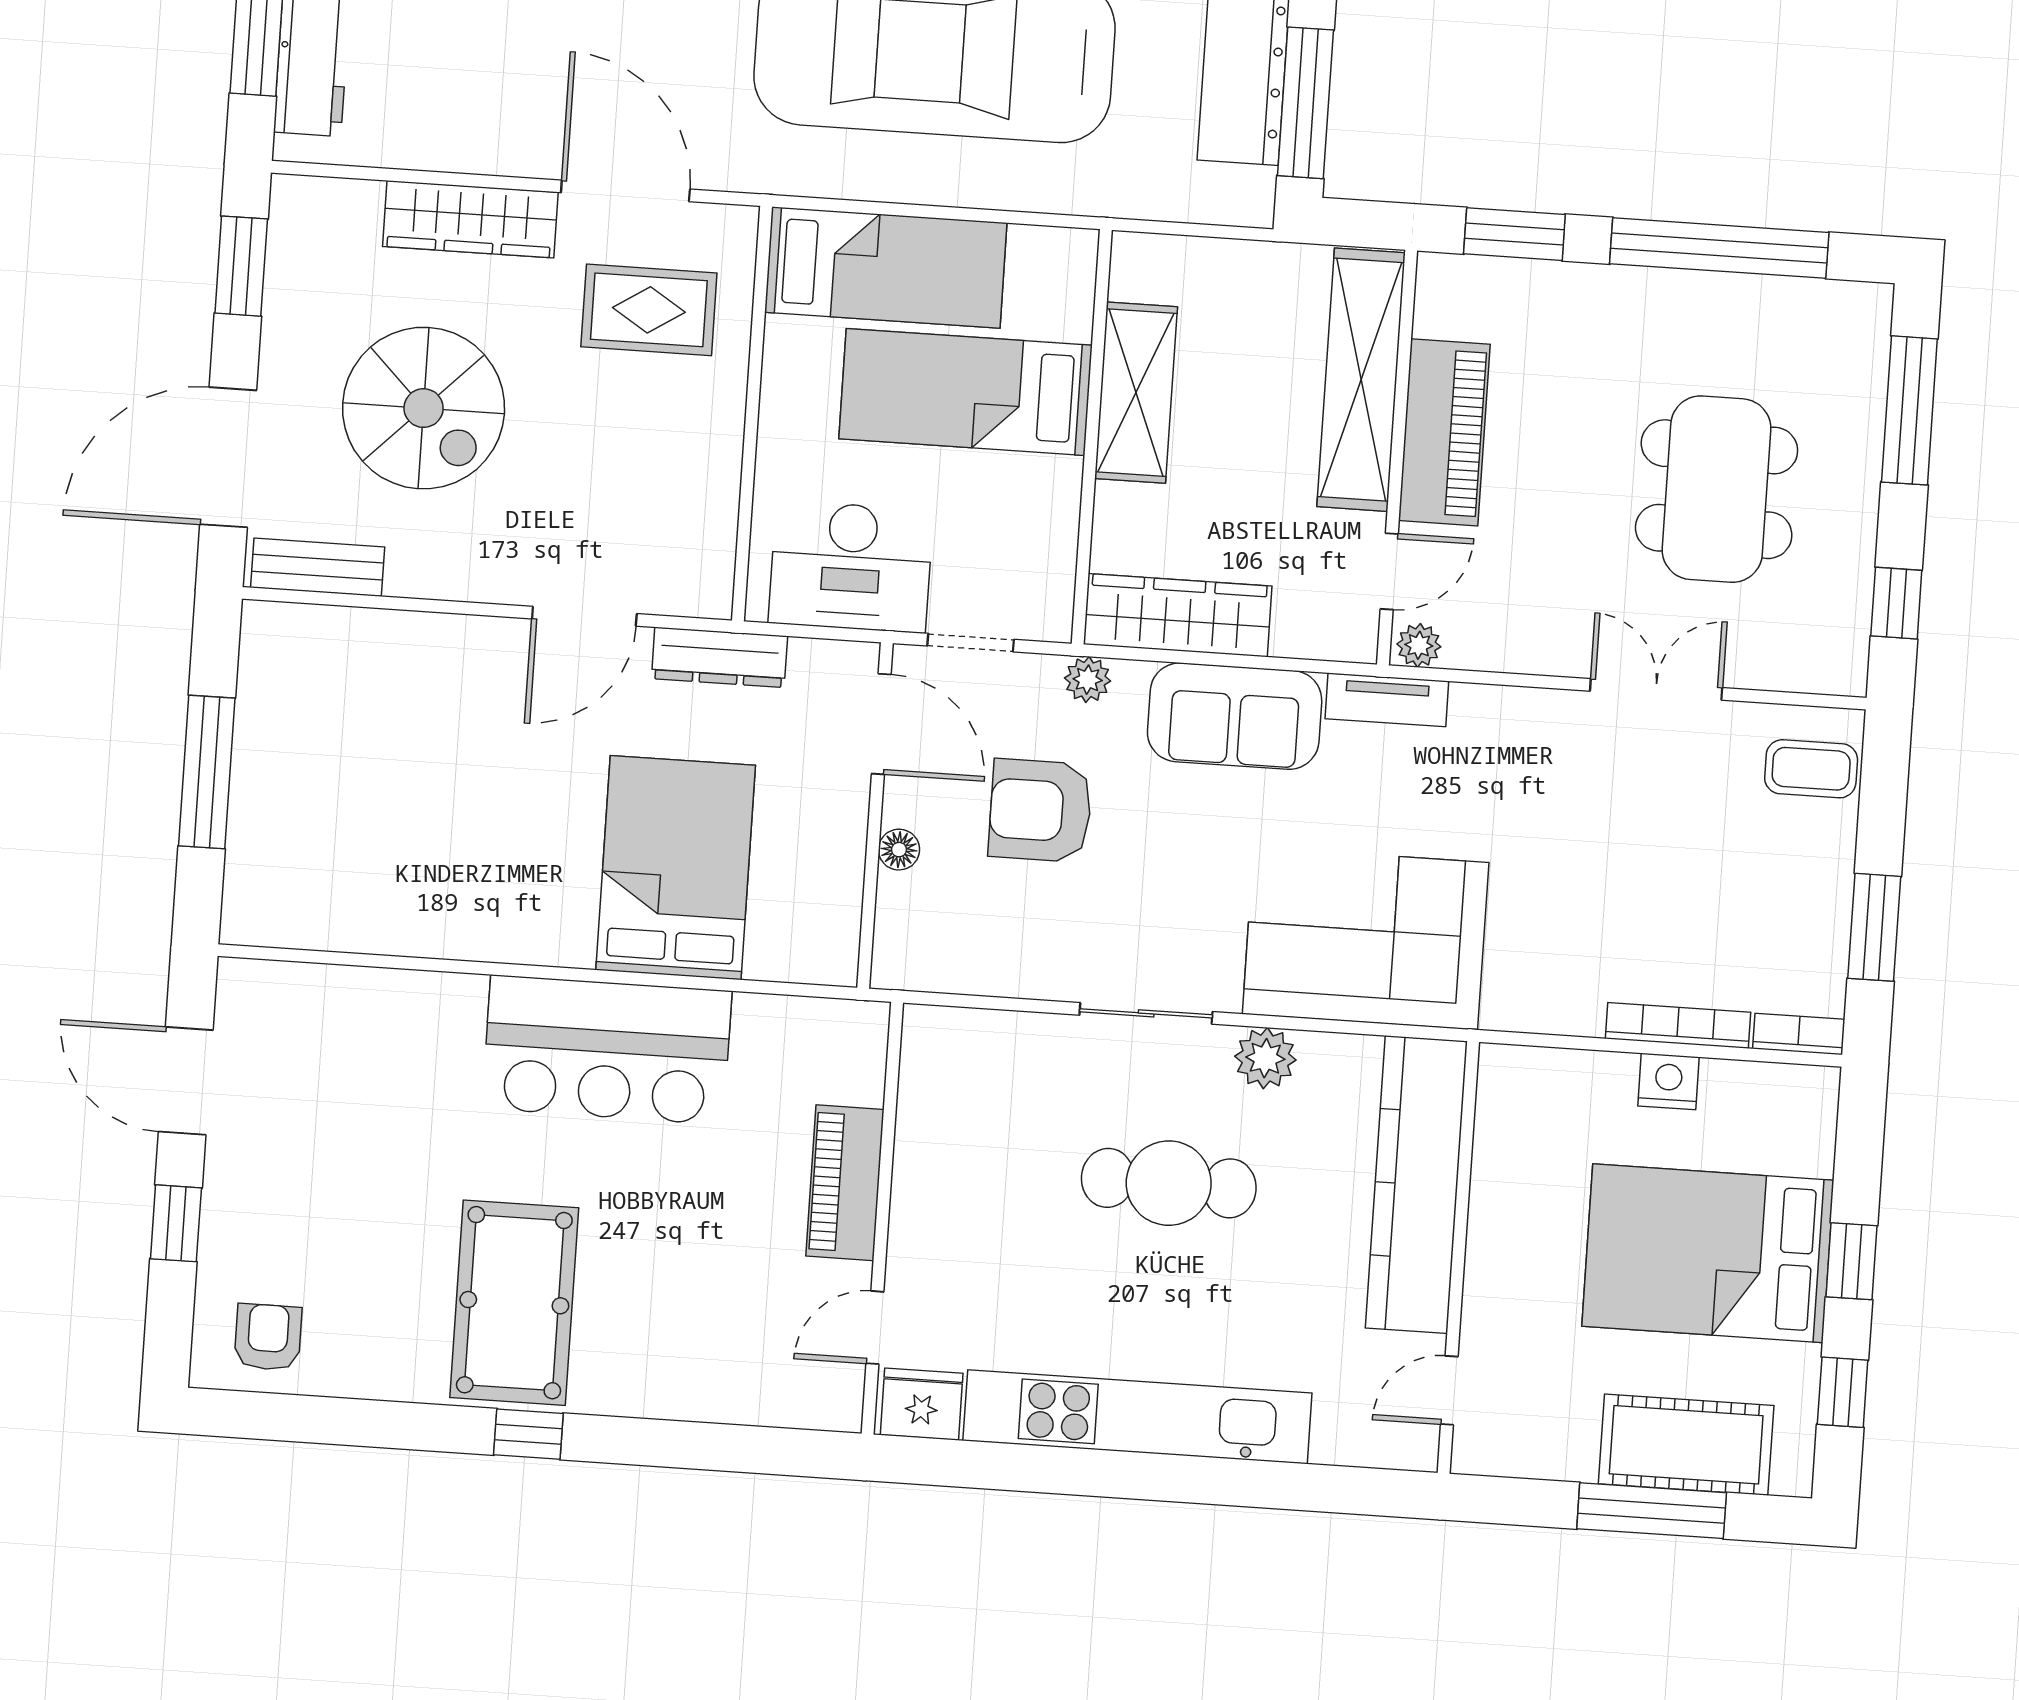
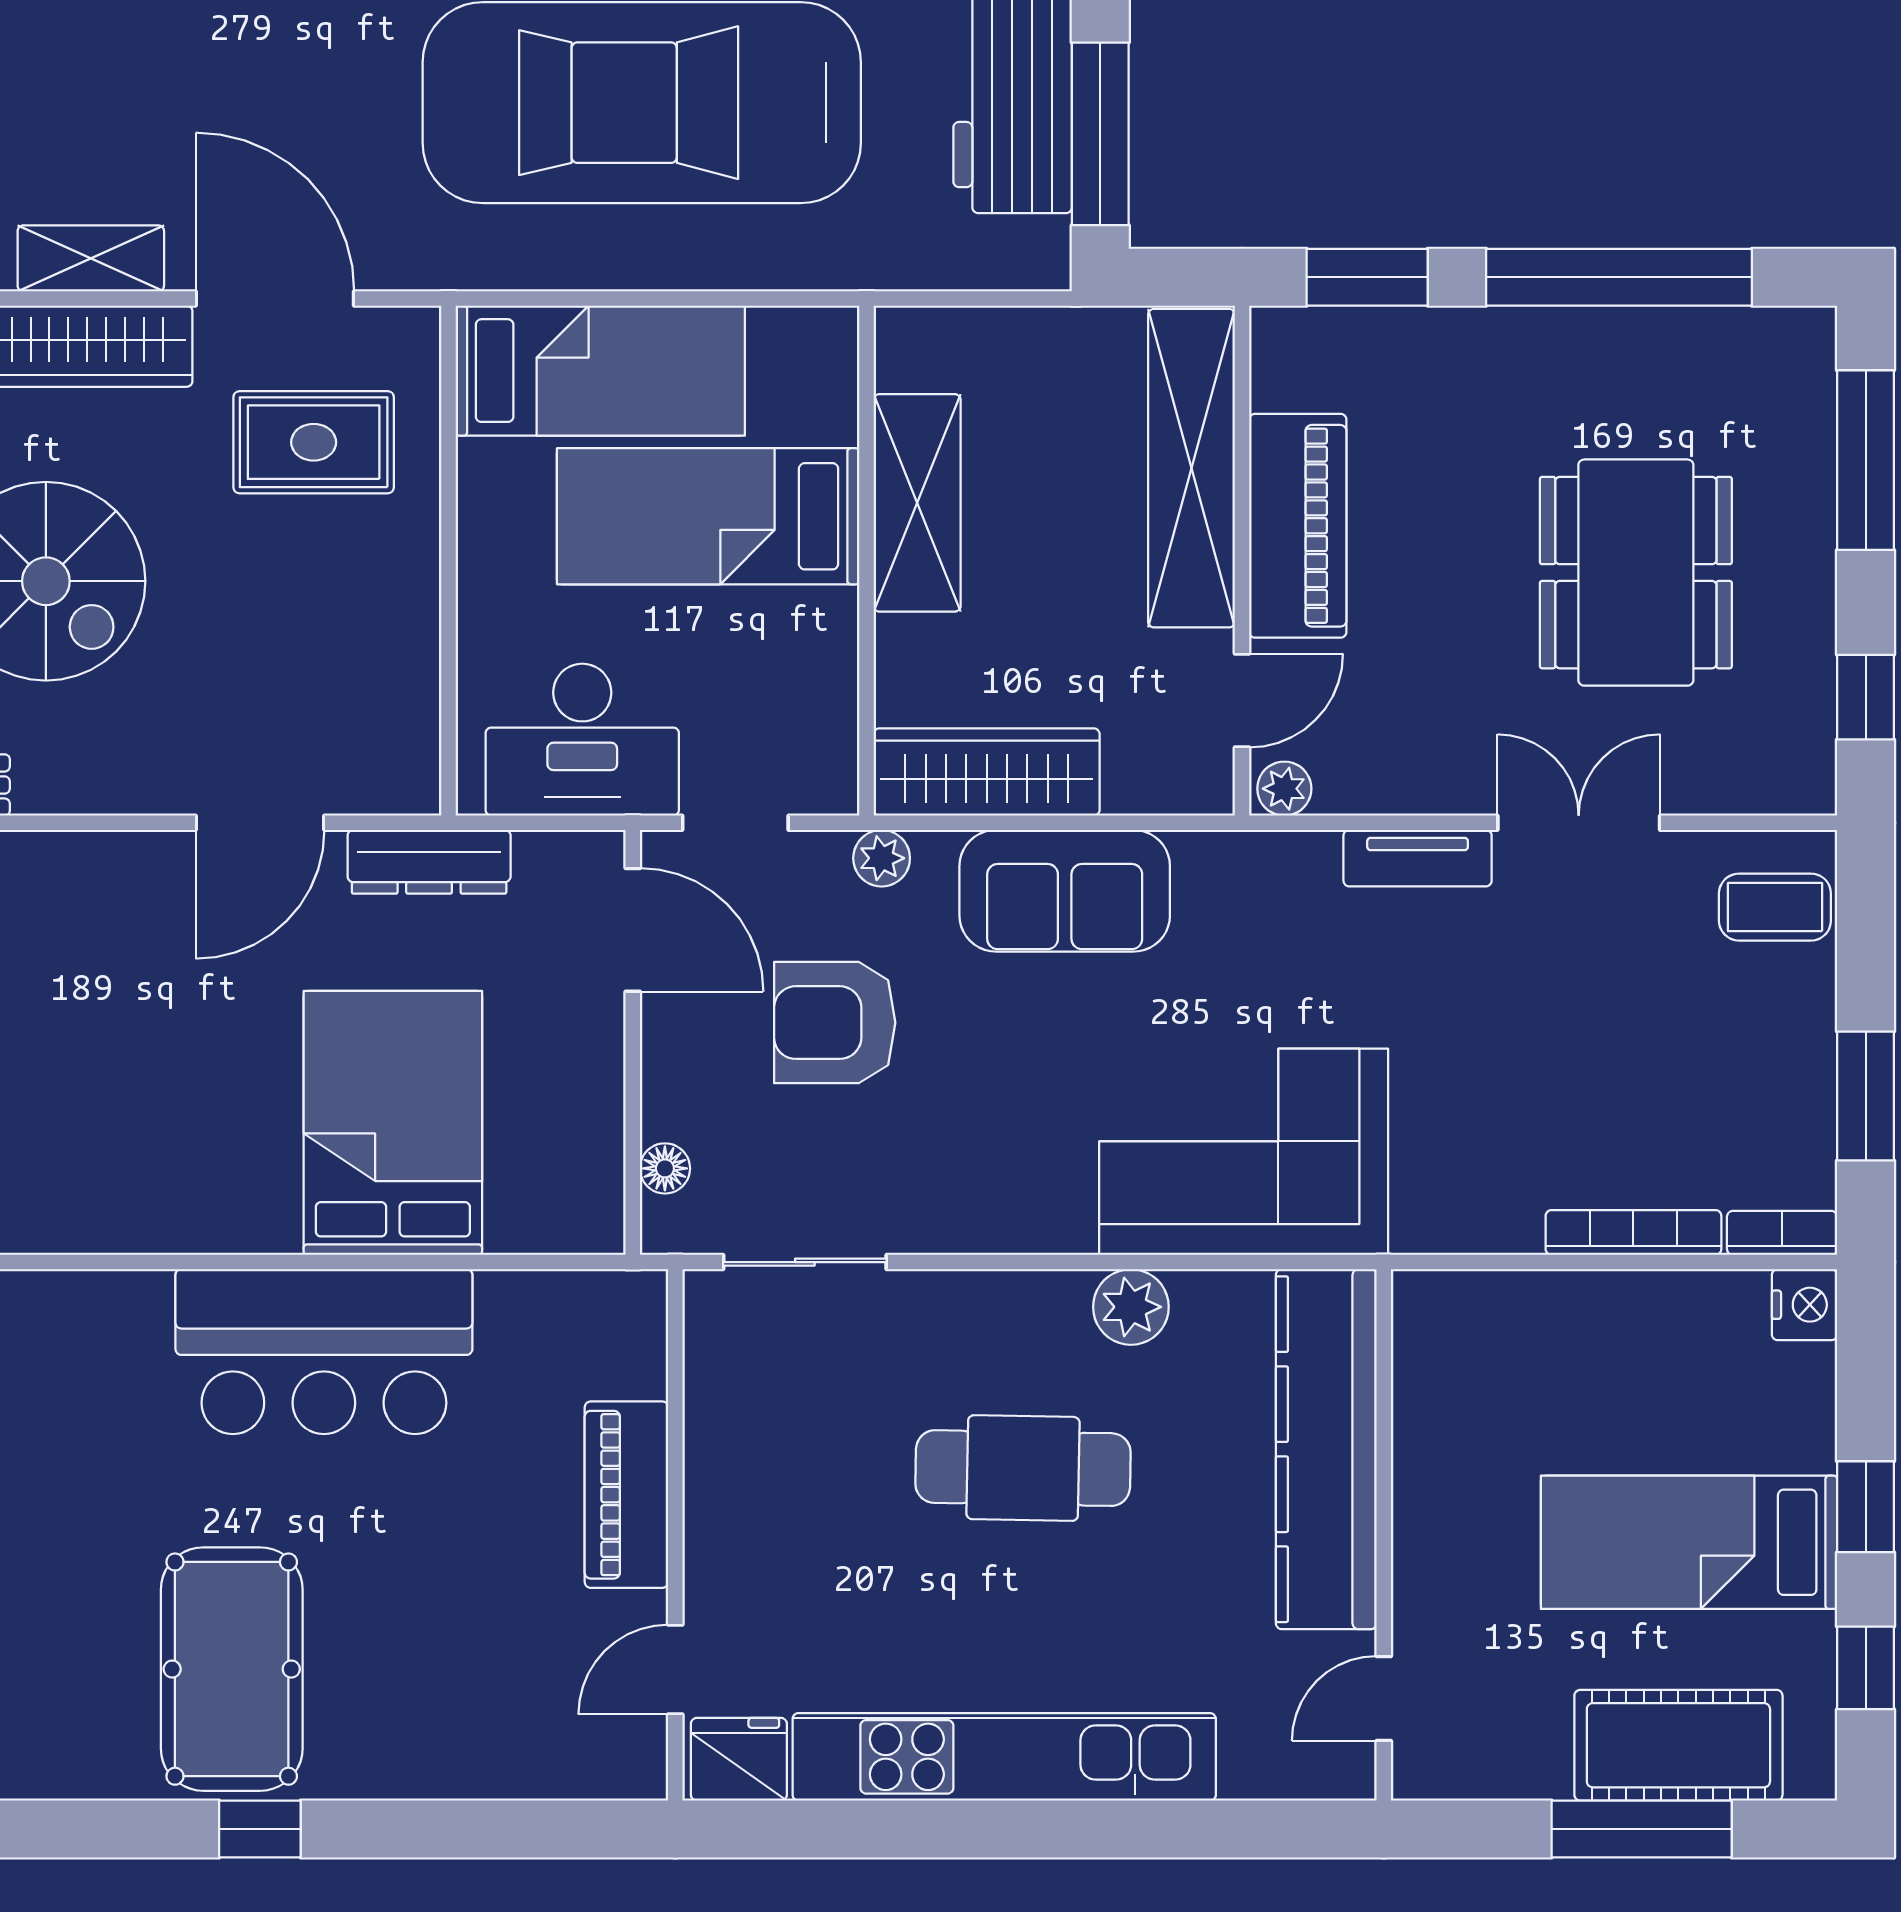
shelving: (478, 148) -> (91, 258), added
tv unit: (1387, 700) -> (1418, 858), moved
floor lamp: (899, 850) -> (665, 1168), moved
sliding door: (1146, 1013) -> (805, 1262), moved
nightstand: (1668, 1081) -> (1805, 1305), moved, turned 90
bed: (1708, 1253) -> (1689, 1542), width x0.67

